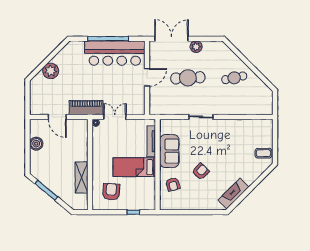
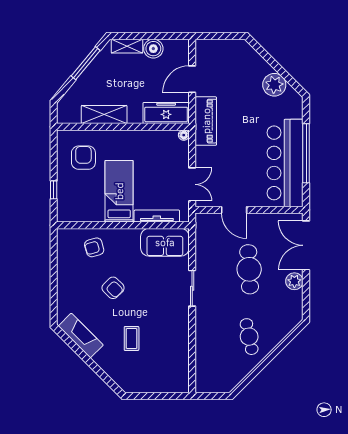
double door: (171, 39) -> (306, 245), swing flipped
plant: (51, 71) -> (274, 85), moved
door: (147, 77) -> (234, 210), moved
double door: (115, 117) -> (192, 184), moved
freezer: (80, 135) -> (166, 113), added
sofa: (169, 151) -> (165, 242), moved
coffee table: (263, 153) -> (132, 338), moved
shelving: (34, 162) -> (127, 46), added
armchair: (111, 192) -> (83, 158), turned -94

